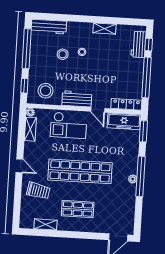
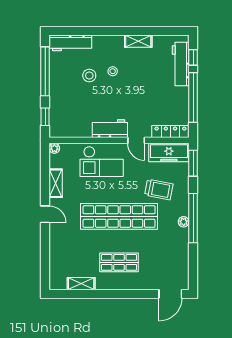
workbench: (138, 44) -> (181, 64), width x1.38
stool: (46, 91) -> (71, 121), removed
shelving: (30, 129) -> (56, 183), moved
trolley: (38, 191) -> (159, 190), moved

